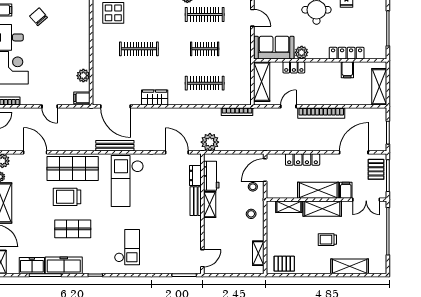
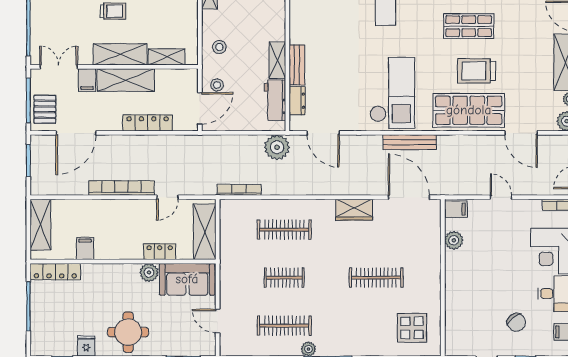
locker: (347, 53) -> (55, 272), moved
trolley: (67, 197) -> (477, 71), turned 180

